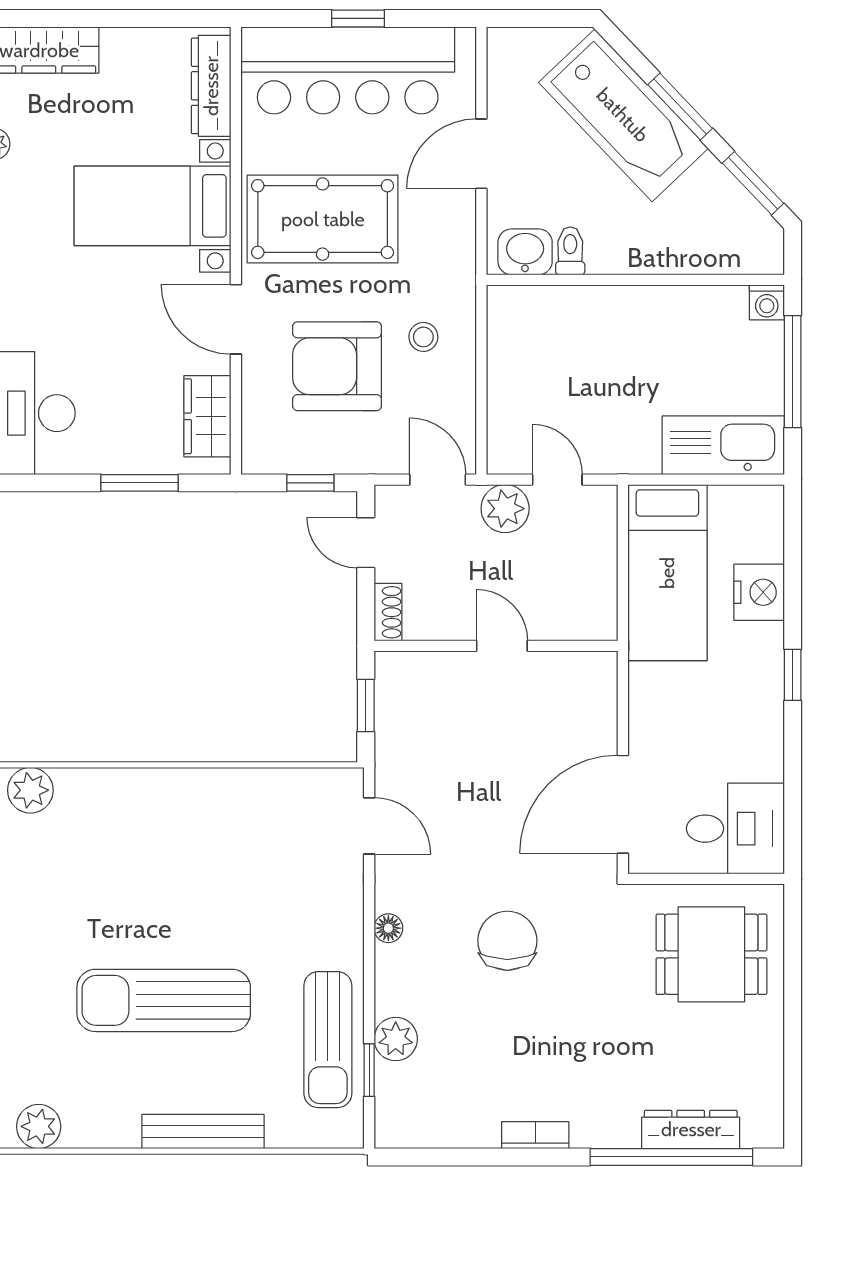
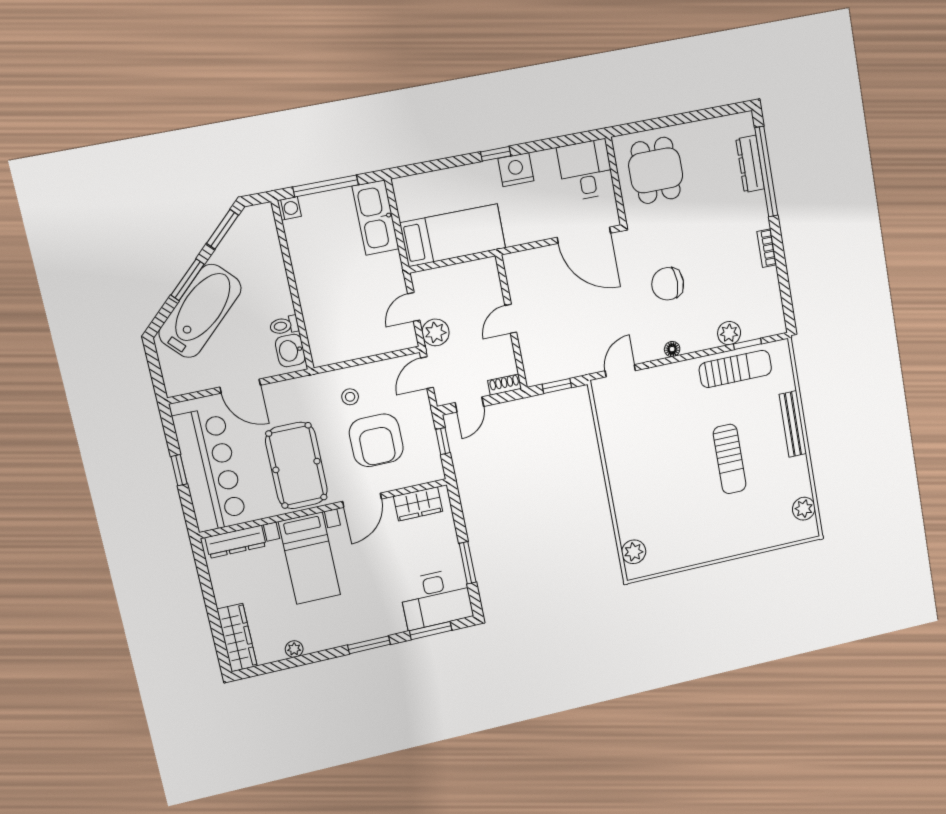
window: (139, 483) -> (468, 563), moved
nightstand: (759, 592) -> (516, 170), moved
sun lounger: (164, 1000) -> (730, 459), width x0.73, depth x0.75

